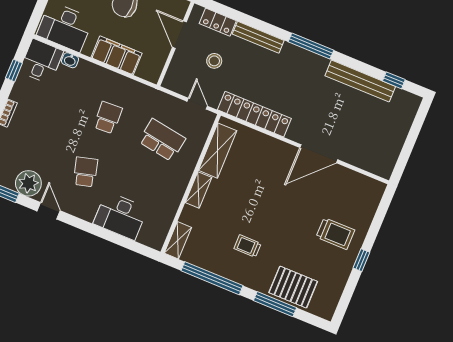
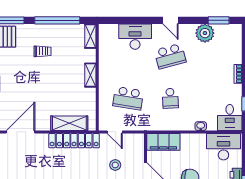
filing cabinet: (117, 55) -> (163, 142), moved
washbasin: (70, 60) -> (201, 126), moved
shelving: (218, 151) -> (69, 123), moved, turned 90
school desk: (85, 172) -> (170, 56), width x1.85
door: (49, 211) -> (170, 20), moved

